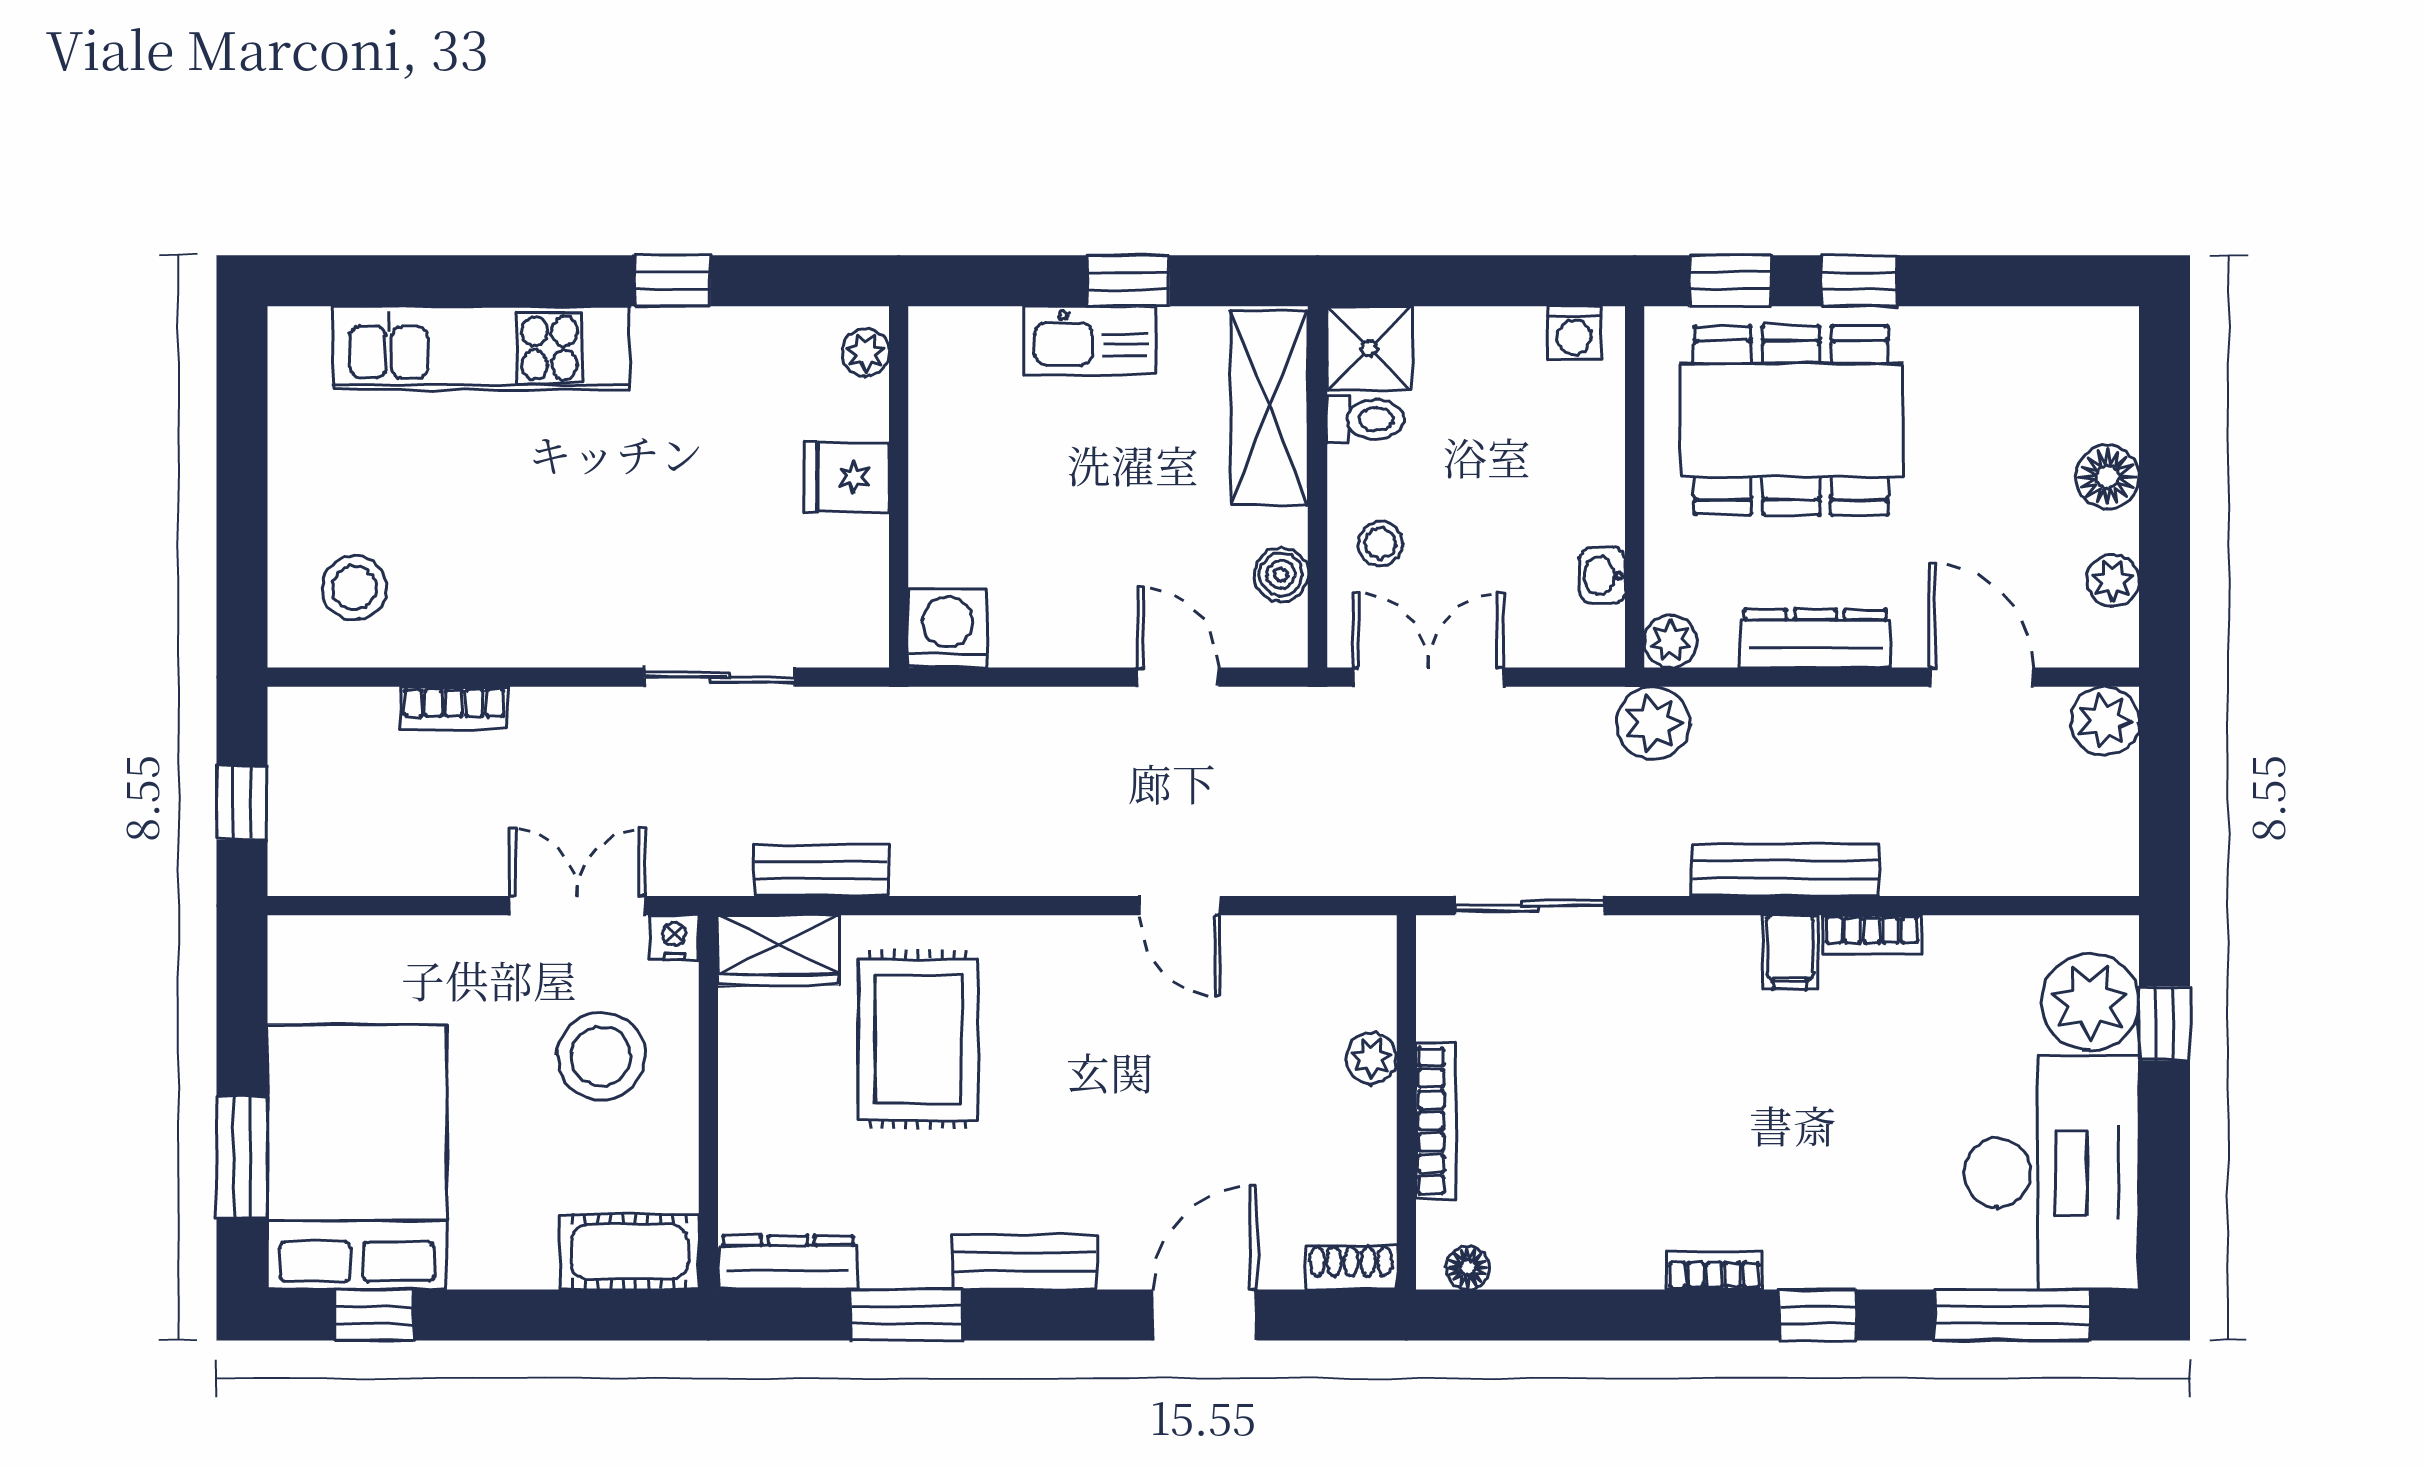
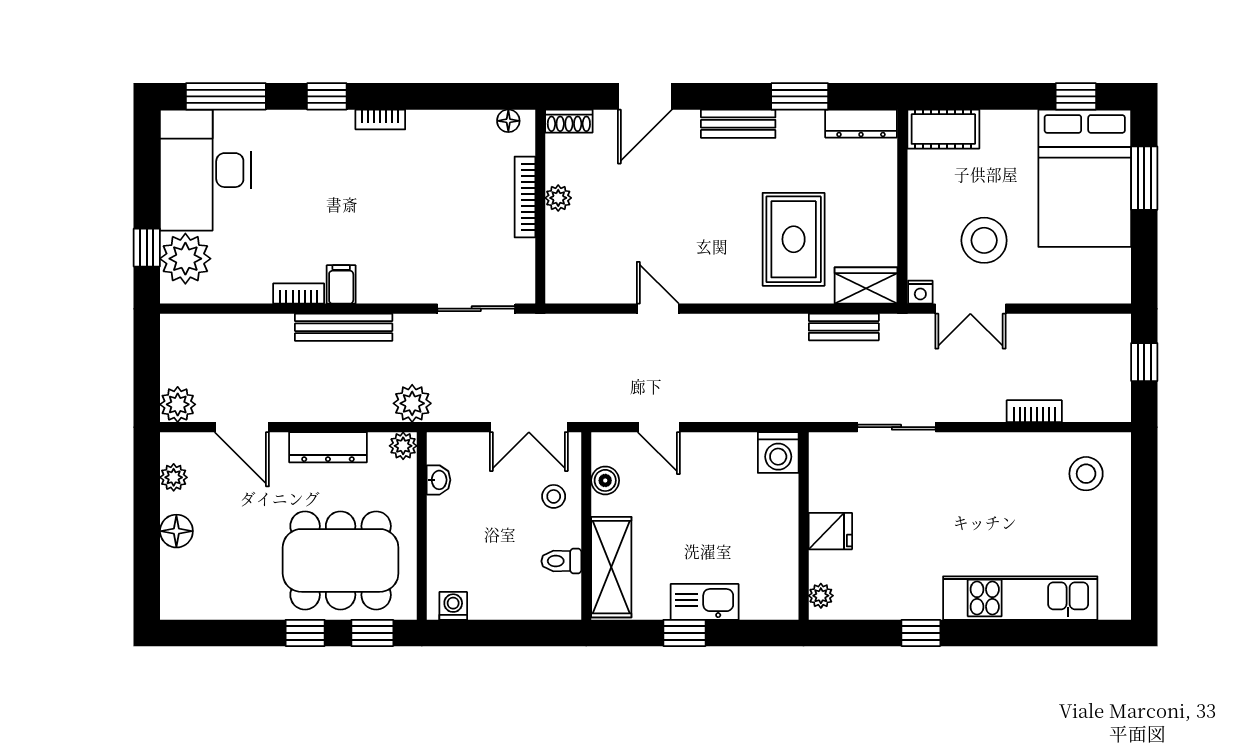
shower: (1369, 348) -> (559, 598), removed
stool: (601, 1056) -> (984, 240), moved
plant: (1372, 1058) -> (558, 198), moved

